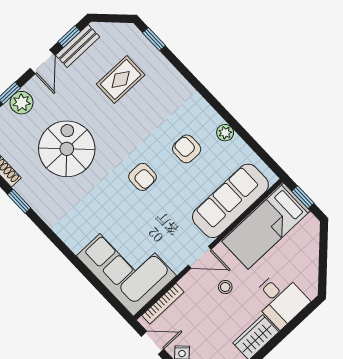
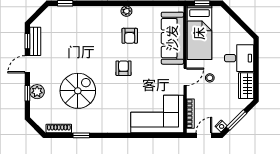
door: (42, 62) -> (27, 64), swing flipped
rug: (121, 79) -> (69, 36), removed
plant: (225, 133) -> (126, 11), moved
spiral stairs: (67, 149) -> (78, 91), turned 90
armchair: (187, 149) -> (130, 36), turned -90
armchair: (143, 177) -> (123, 68), turned -90

